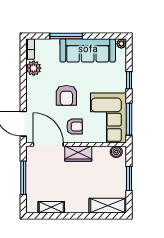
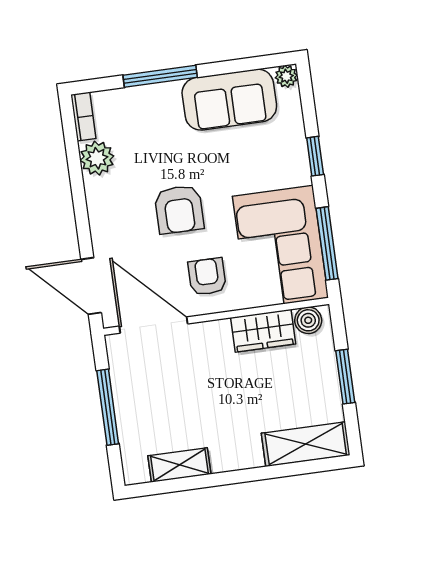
sofa: (88, 50) -> (229, 100), width x0.73
armchair: (75, 127) -> (207, 277), turned -90
wardrobe: (78, 154) -> (263, 331), moved

